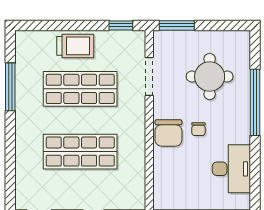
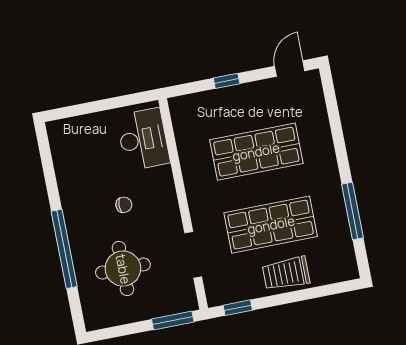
chair: (198, 129) -> (124, 205), turned 90
chair: (168, 133) -> (158, 193), removed
desk: (231, 169) -> (143, 139), moved, turned 180

